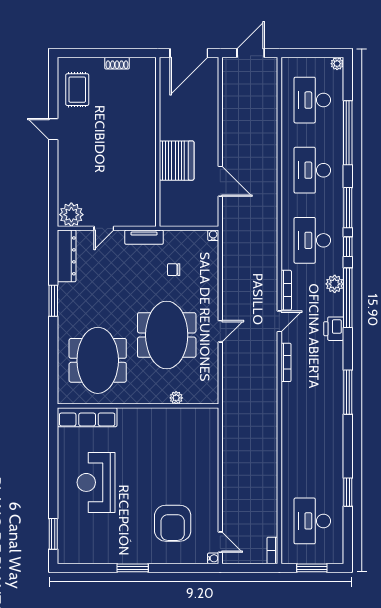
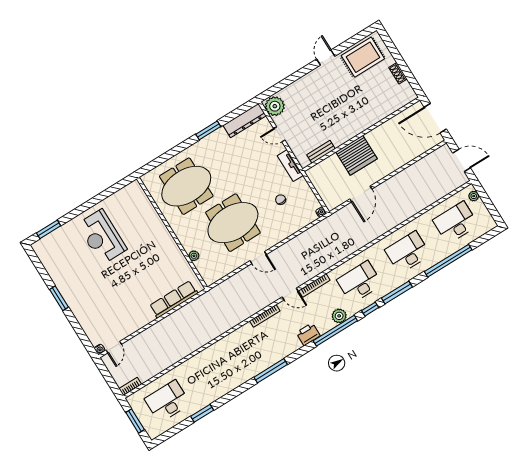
plant: (337, 64) -> (474, 196), moved
rug: (77, 90) -> (363, 57), width x1.36, depth x1.43
bench: (150, 196) -> (321, 152), added
row of seats: (87, 417) -> (174, 299), moved, turned 90
reception desk: (96, 482) -> (102, 237), turned -90
armchair: (173, 523) -> (107, 307), removed

